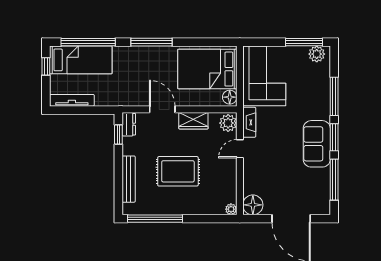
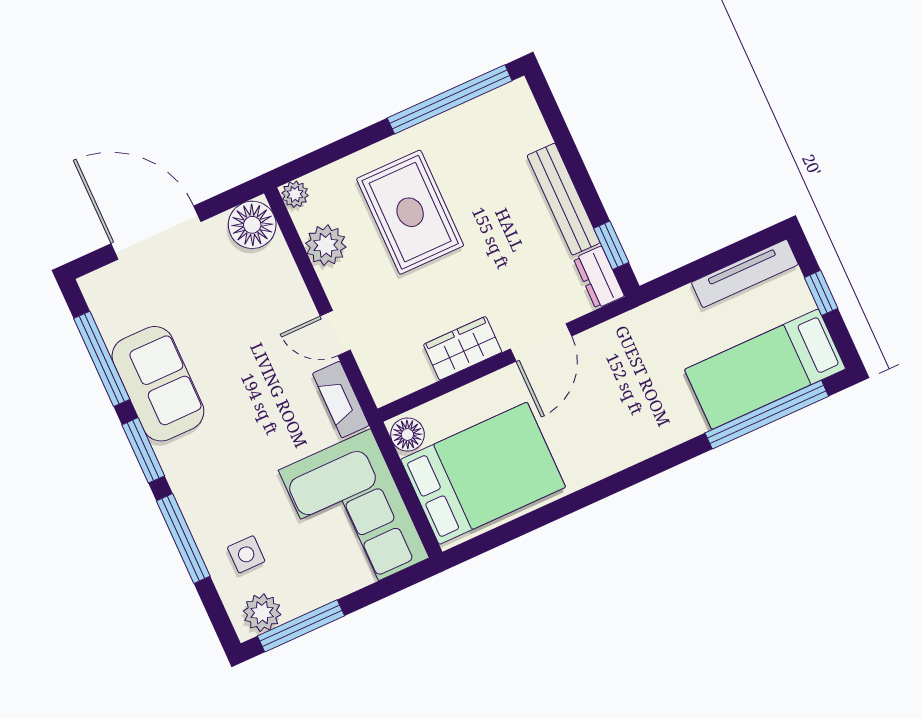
window: (152, 42) -> (630, 477), removed
window: (46, 66) -> (821, 293), moved
side table: (313, 79) -> (246, 554), added
door: (162, 109) -> (541, 342), hinge flipped
plant: (228, 123) -> (326, 245), moved
sofa: (317, 144) -> (158, 384), moved
door: (240, 149) -> (335, 333), swing flipped
rug: (178, 171) -> (410, 212), moved, turned 90
bench: (129, 179) -> (564, 199), moved

